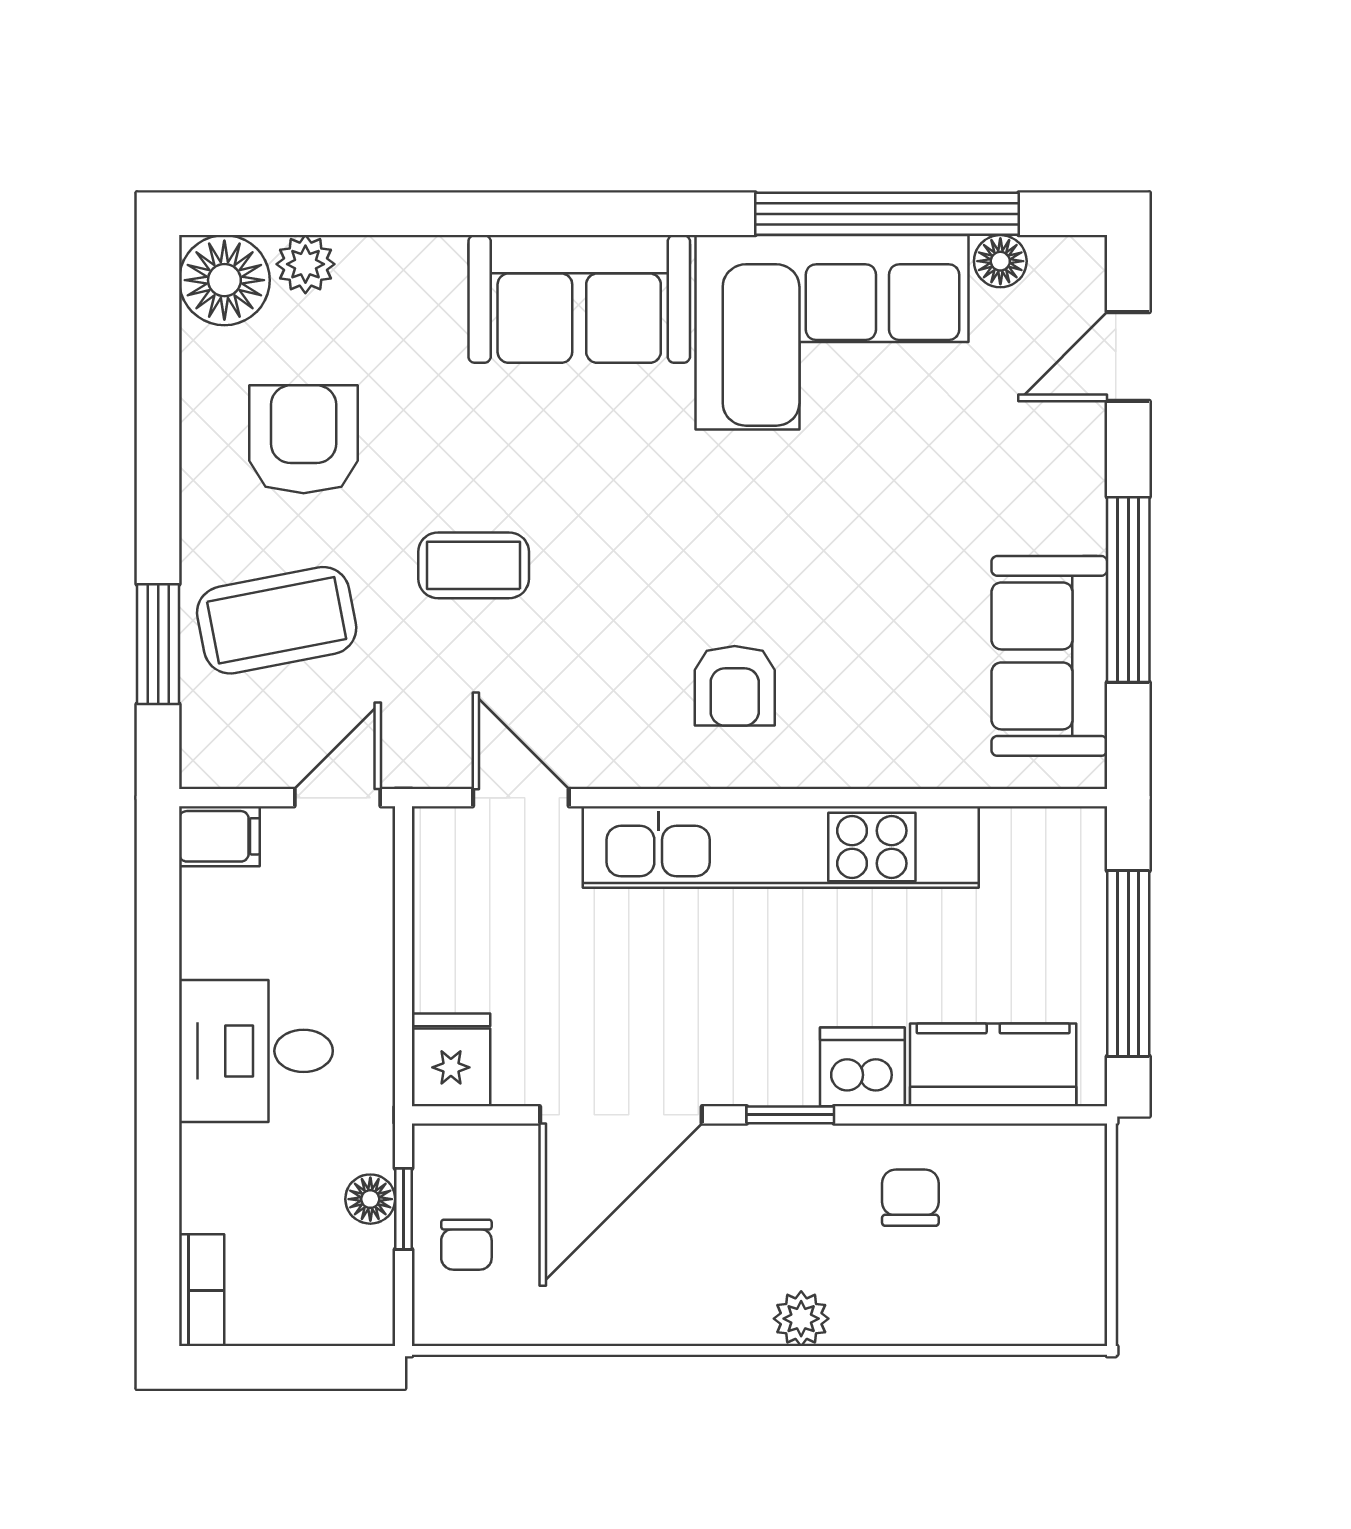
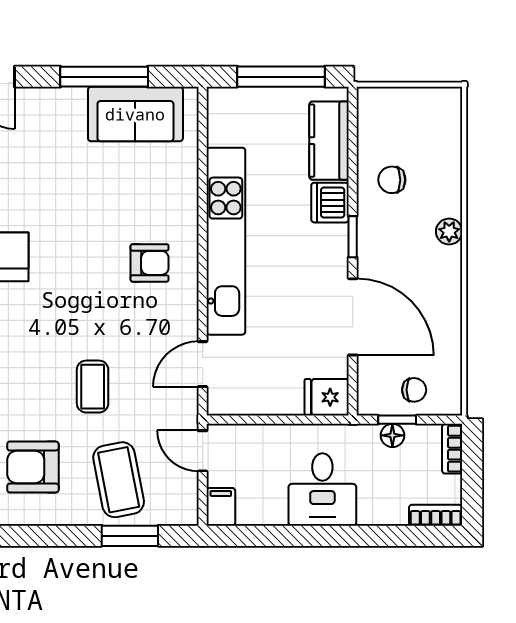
bookcase: (342, 1325) -> (452, 449), added

